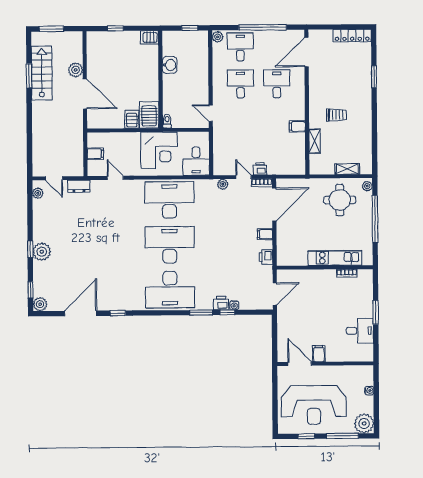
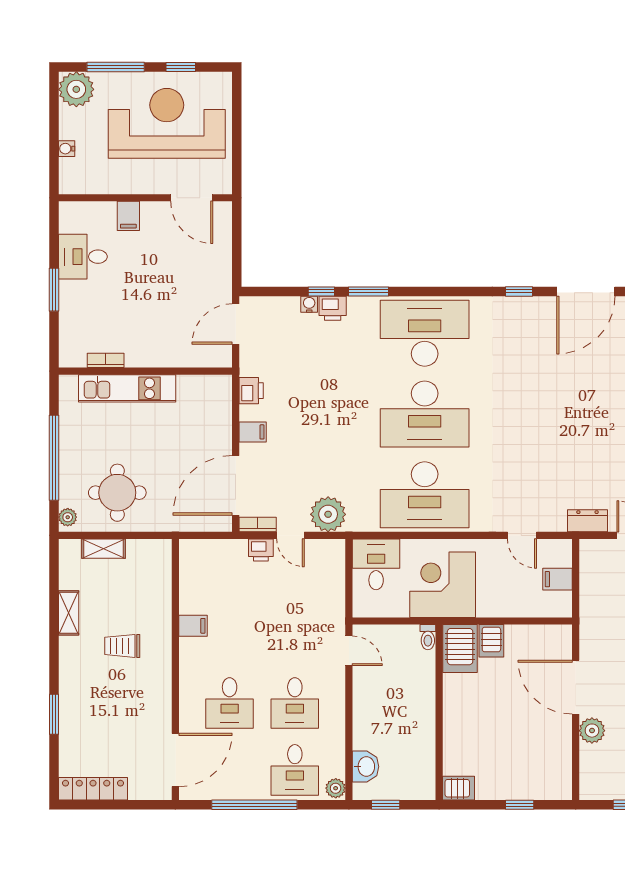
washbasin: (170, 65) -> (366, 767), moved, turned 180
shelving: (315, 141) -> (69, 613), moved
plant: (223, 184) -> (328, 514), width x1.87, depth x1.87
filing cabinet: (319, 354) -> (128, 216), moved

